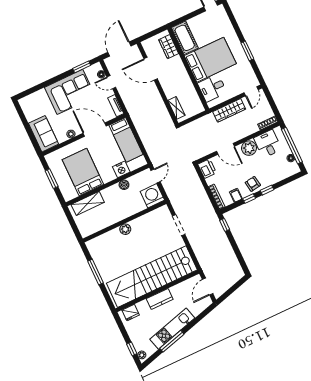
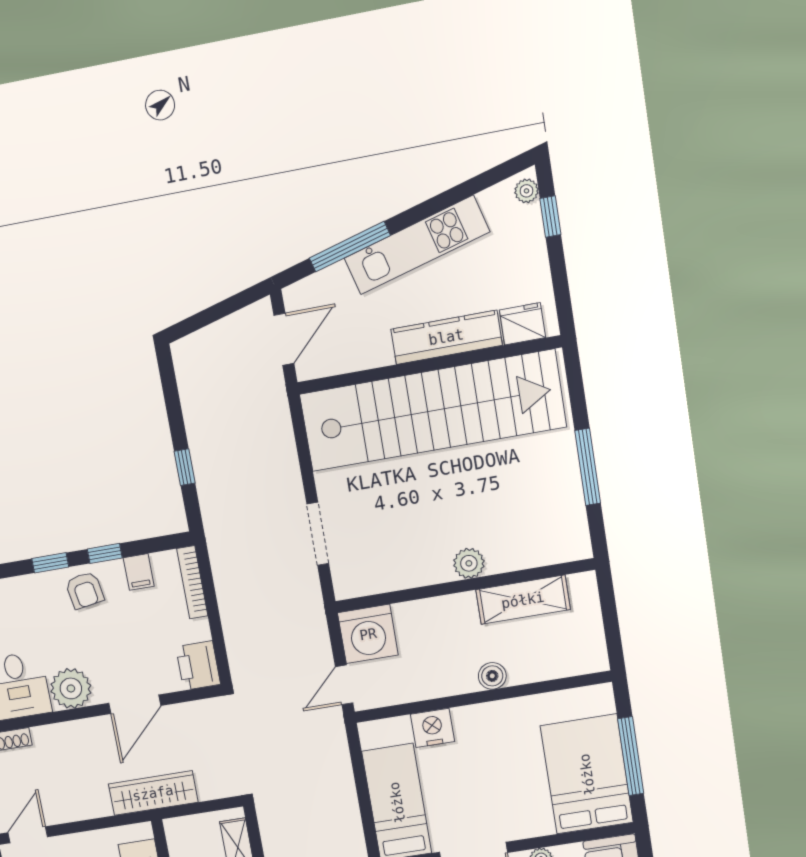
wardrobe: (229, 110) -> (153, 793), moved
door: (225, 149) -> (135, 704), swing flipped
bed: (83, 172) -> (587, 774), moved, turned 180
window: (52, 179) -> (631, 756), width x1.44
boiler: (124, 185) -> (492, 676), moved
shelving: (88, 203) -> (523, 600), moved
window: (225, 225) -> (185, 467), moved
kitchen counter: (160, 299) -> (446, 337), width x1.50
window: (172, 341) -> (350, 247), moved

